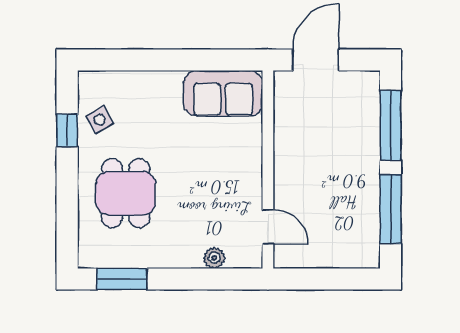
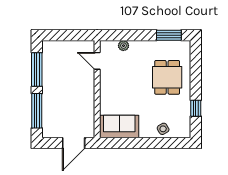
side table: (100, 120) -> (163, 129), moved

